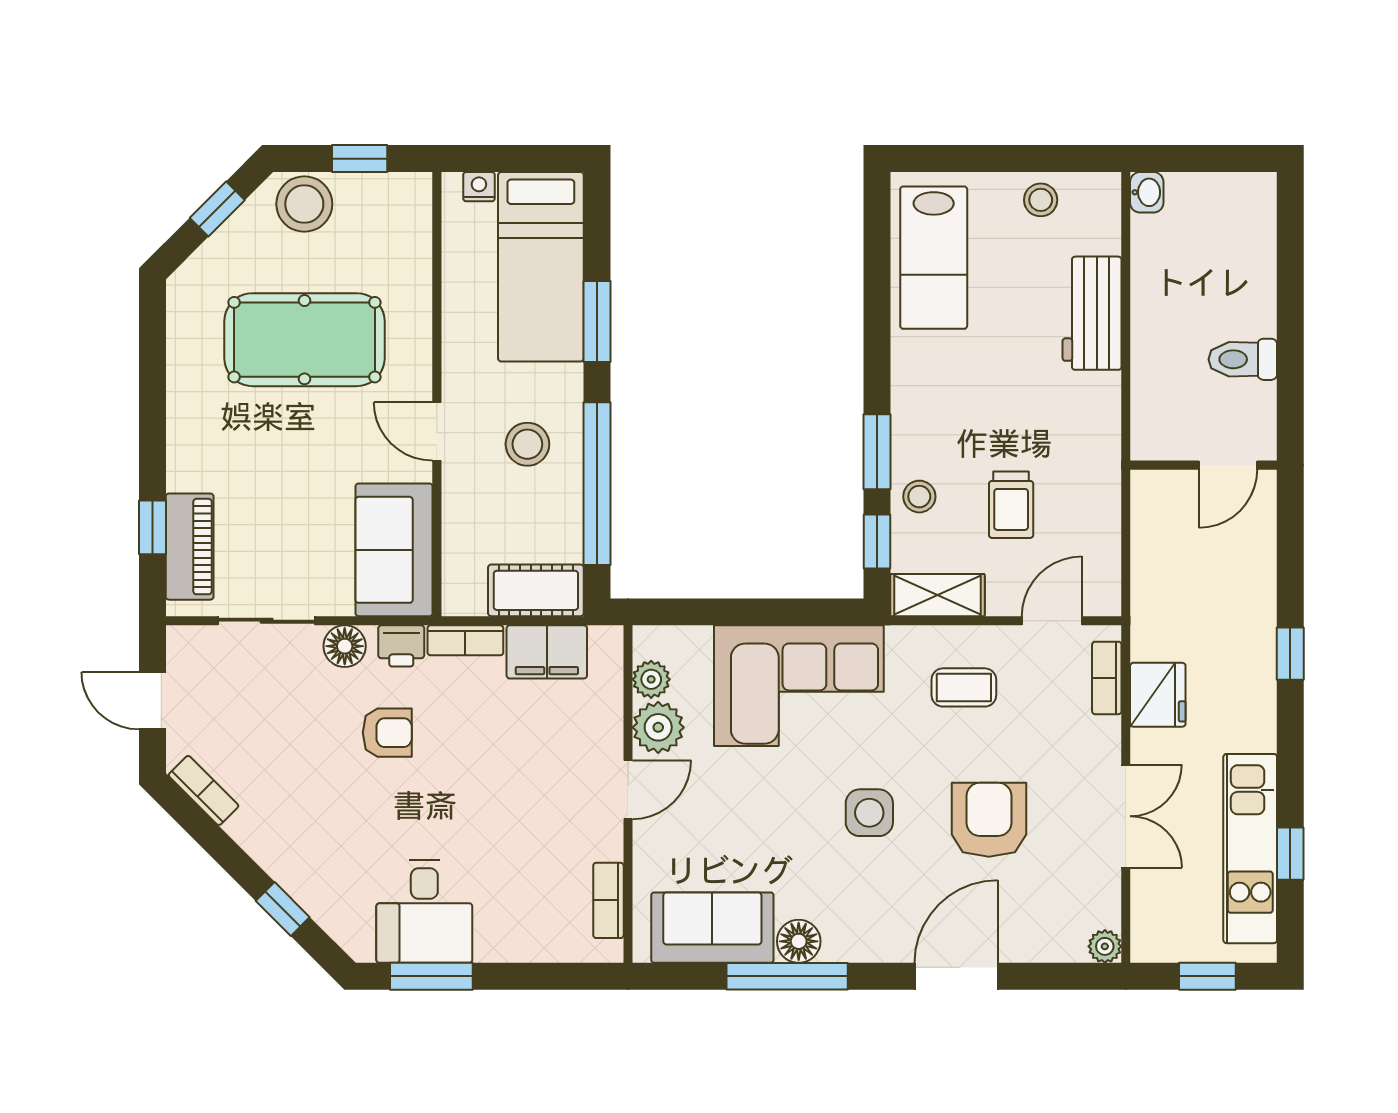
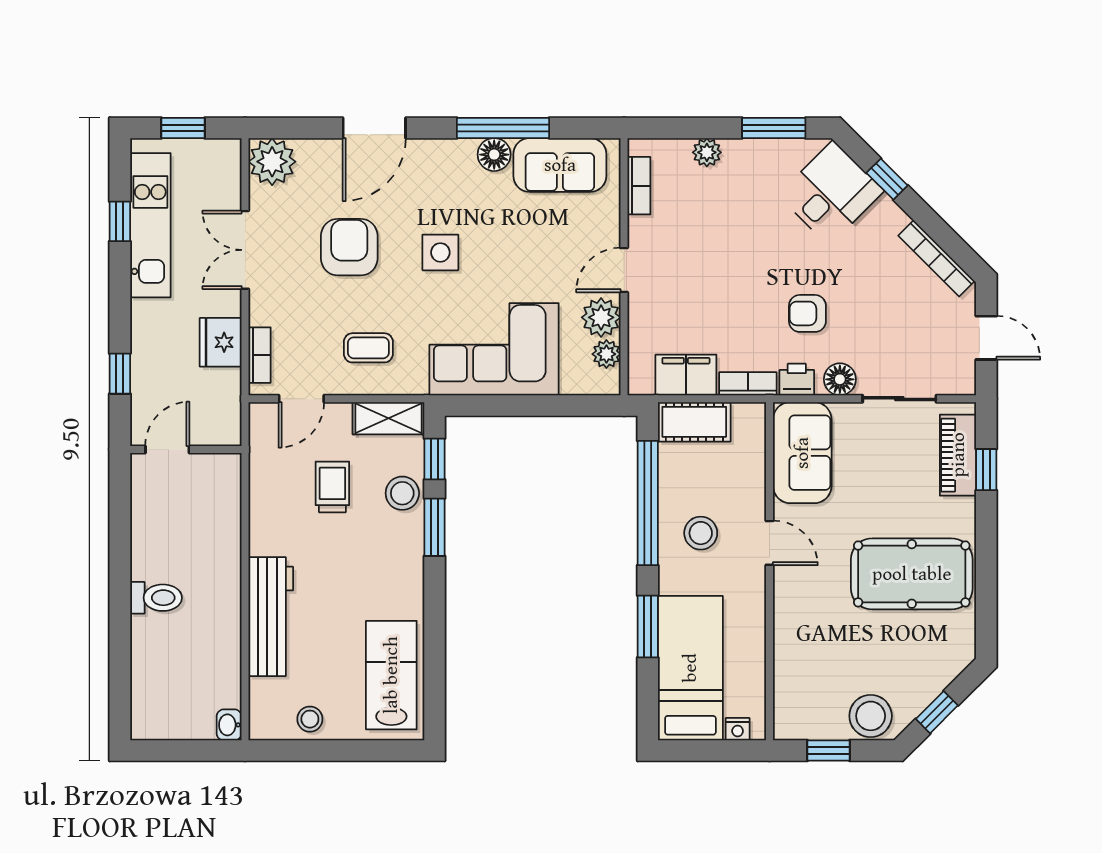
workbench: (1092, 313) -> (271, 617), width x1.38
pool table: (304, 340) -> (912, 574), moved
wall: (1204, 465) -> (186, 449), moved
door: (1228, 465) -> (167, 449), moved
stool: (919, 497) -> (402, 493), width x1.37, depth x1.37
bookcase: (204, 790) -> (936, 258), width x1.56
armchair: (989, 820) -> (349, 247), turned 180
desk: (424, 911) -> (831, 193), moved, turned 45
plant: (519, 944) -> (707, 152), added
plant: (1105, 946) -> (272, 162), width x1.88, depth x1.88

